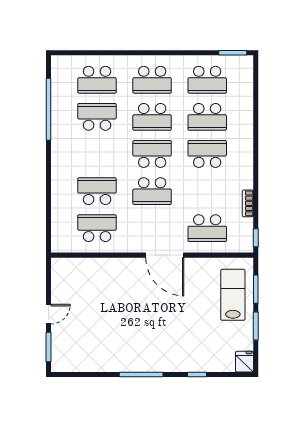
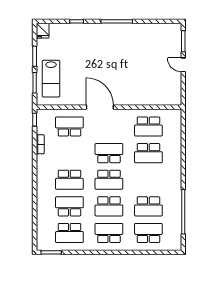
school desk: (207, 80) -> (69, 233), turned 180
school desk: (152, 117) -> (109, 206), turned 180
door: (49, 314) -> (183, 65), hinge flipped

